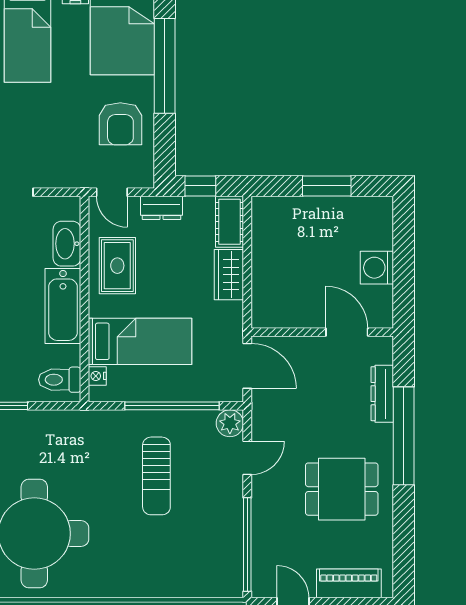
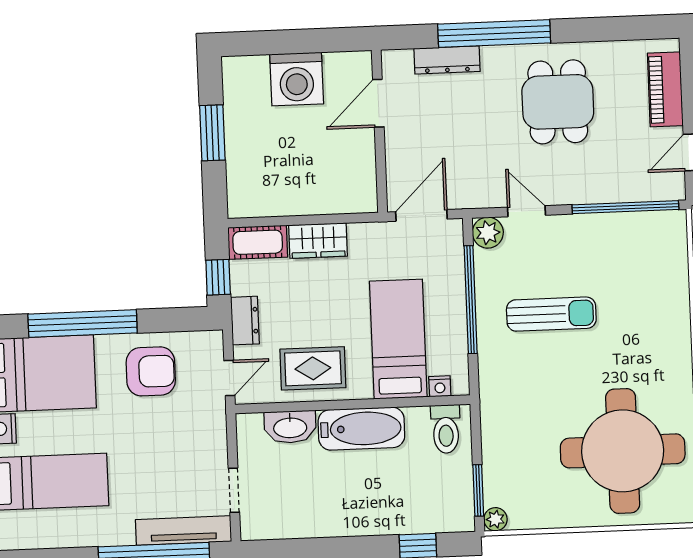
washing machine: (377, 268) -> (297, 79), width x1.37, depth x1.37

